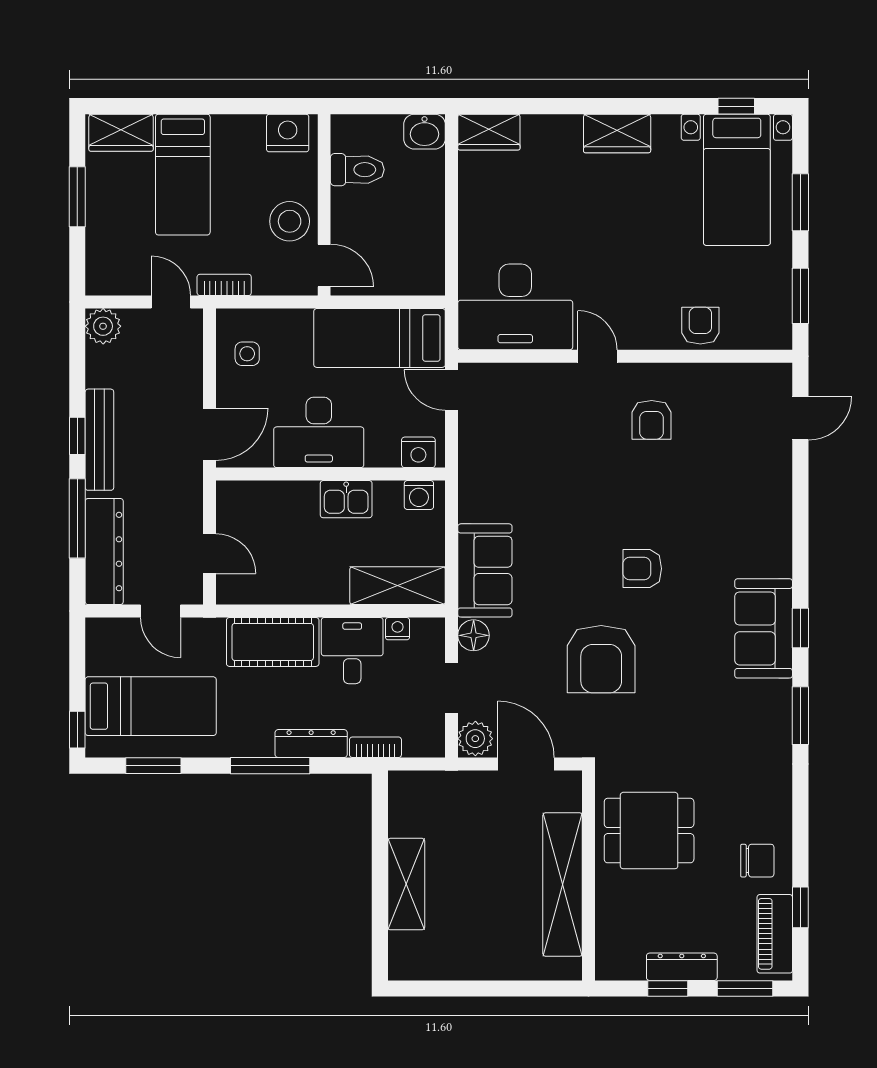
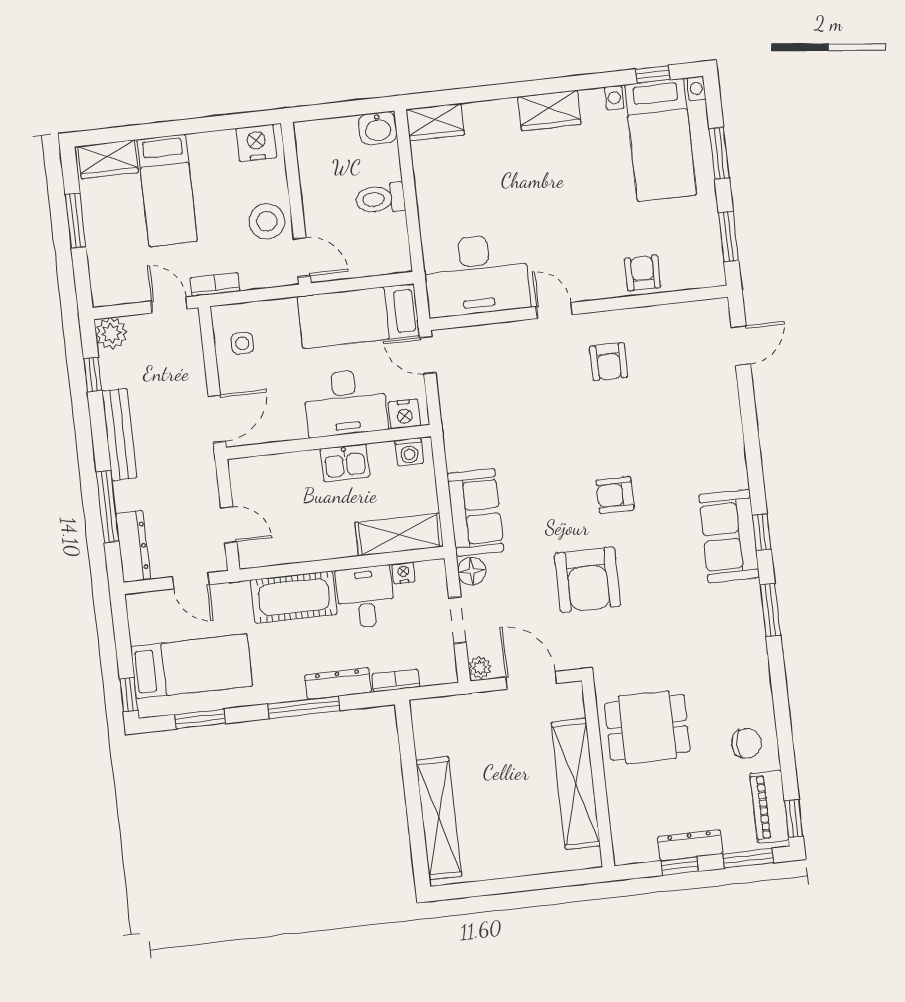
toilet: (357, 170) -> (380, 199), moved, turned 180
desk: (319, 432) -> (345, 403), moved
window: (77, 436) -> (93, 375), moved
dresser: (104, 552) -> (133, 547), width x0.73, depth x0.80
plant: (475, 739) -> (480, 668), width x0.73, depth x0.73
shelving: (406, 884) -> (439, 818), width x1.47
window: (800, 907) -> (794, 819), moved

